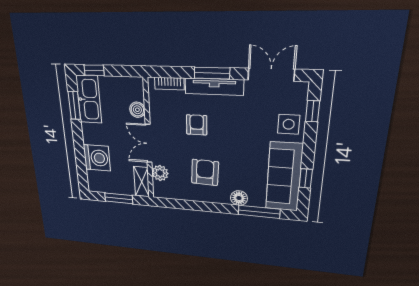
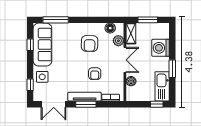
window: (74, 106) -> (172, 69), moved
floor lamp: (239, 198) -> (110, 28), moved

